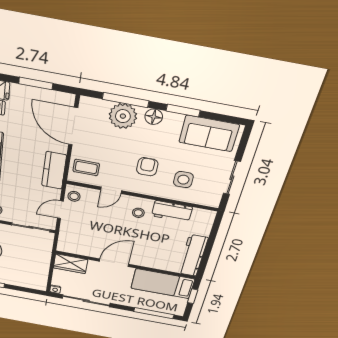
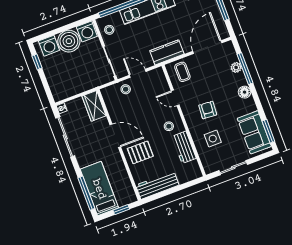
window: (183, 111) -> (268, 131), moved
plant: (123, 116) -> (236, 67), width x0.53, depth x0.53
armchair: (147, 167) -> (208, 110), turned -86
stool: (74, 196) -> (126, 89), moved
pallet: (147, 252) -> (140, 152), added
bed: (163, 284) -> (99, 189), moved

